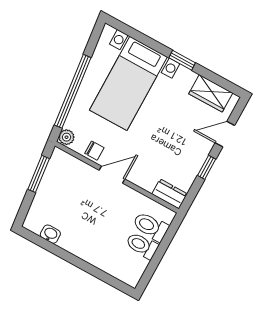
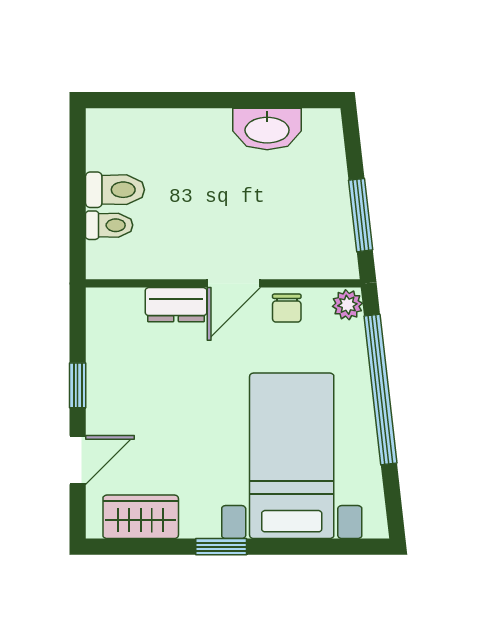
chair: (94, 151) -> (287, 308), turned -90
dresser: (170, 194) -> (176, 305), moved
toilet: (151, 226) -> (109, 225), width x0.73, depth x0.72
washbasin: (50, 234) -> (267, 129), width x1.91, depth x1.45

